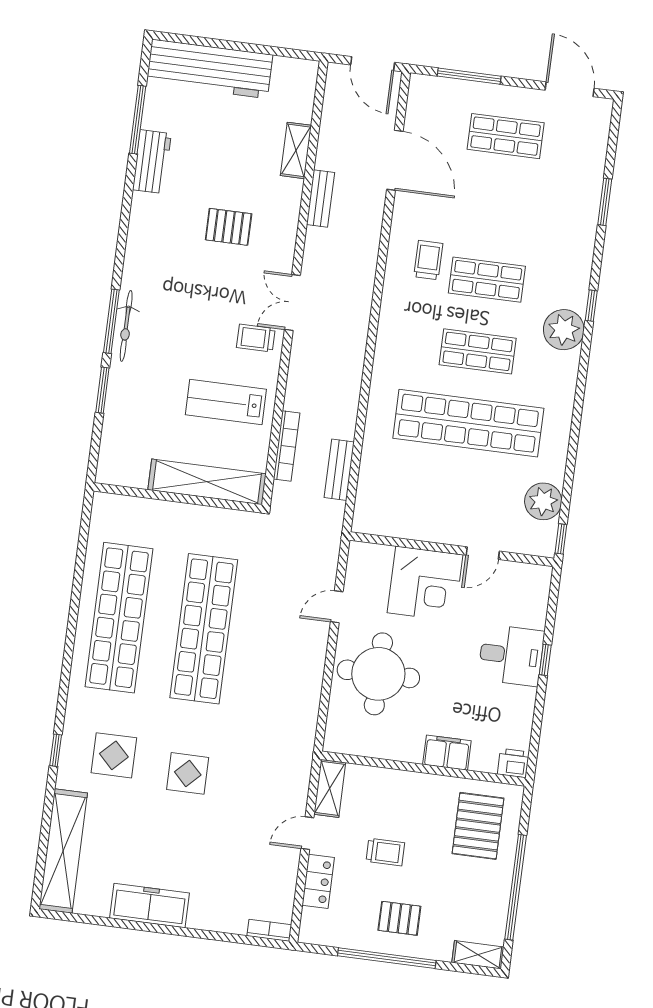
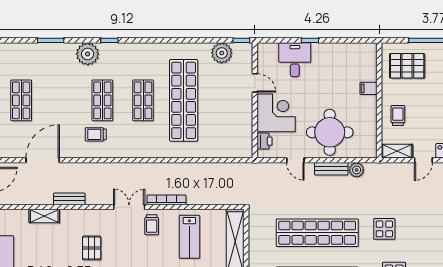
double door: (292, 302) -> (129, 207), swing flipped
plant: (564, 330) -> (88, 54), moved
bookcase: (287, 446) -> (167, 200), moved
bench: (339, 470) -> (331, 169), moved
desk: (511, 655) -> (295, 60), moved
plant: (306, 713) -> (357, 170), added
filing cabinet: (447, 753) -> (369, 88), width x0.50
printer: (513, 763) -> (264, 141), moved, turned 180
display table: (188, 773) -> (384, 229), moved
door: (307, 833) -> (423, 160), hinge flipped
trolley: (385, 852) -> (398, 116), moved

